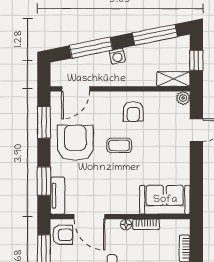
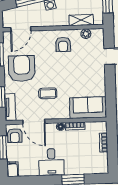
shelving: (173, 79) -> (81, 20), moved
plant: (183, 98) -> (86, 34), moved
coffee table: (119, 145) -> (48, 93), moved
armchair: (63, 235) -> (15, 136), turned 90

